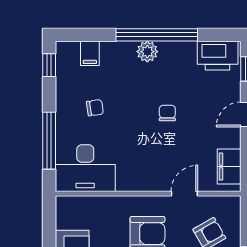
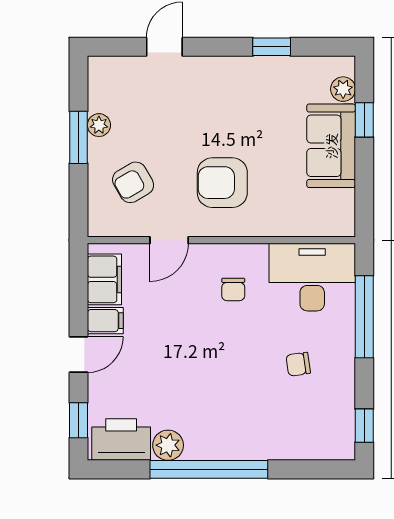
plant: (147, 52) -> (168, 445), moved
filing cabinet: (90, 53) -> (105, 321), moved, turned 90
chair: (167, 113) -> (233, 289), moved

